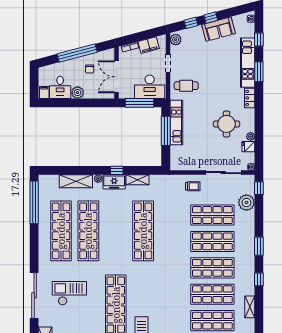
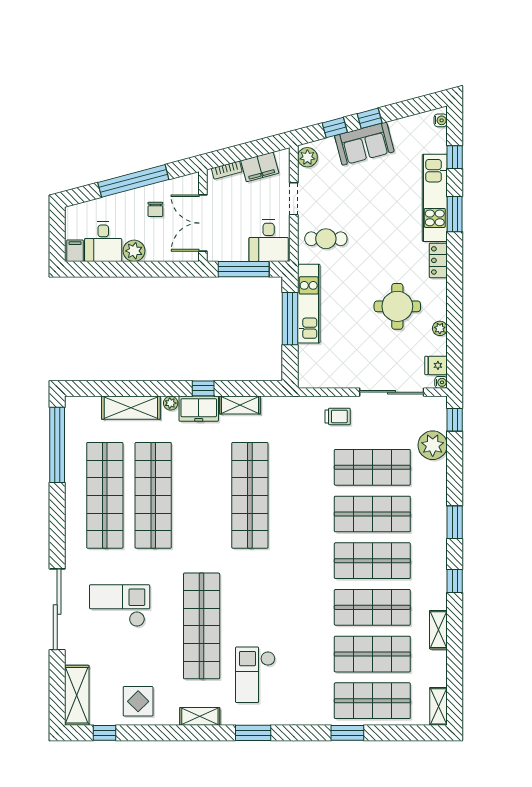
sofa: (219, 29) -> (364, 144), moved
desk: (150, 87) -> (269, 241), width x0.73
fridge: (248, 147) -> (436, 365), moved

